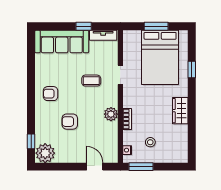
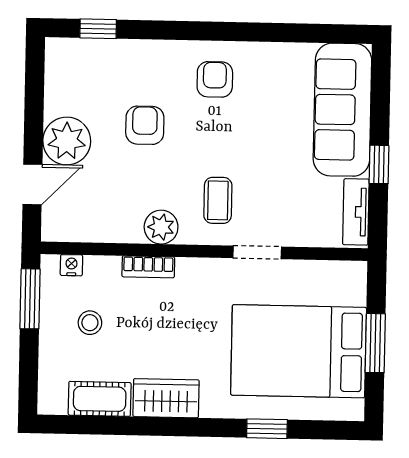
coffee table: (91, 81) -> (218, 200), moved
cot: (181, 138) -> (100, 399), added
plant: (45, 153) -> (67, 141), moved

